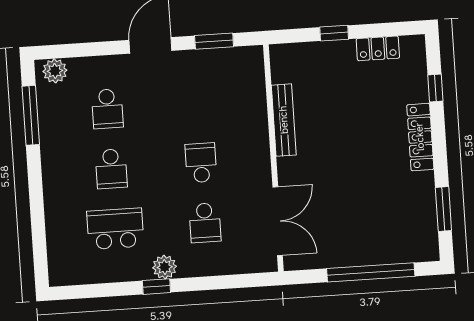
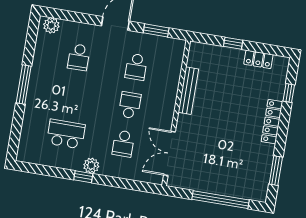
window: (31, 115) -> (24, 85), moved
school desk: (111, 169) -> (136, 67), moved
double door: (278, 221) -> (169, 153), swing flipped

